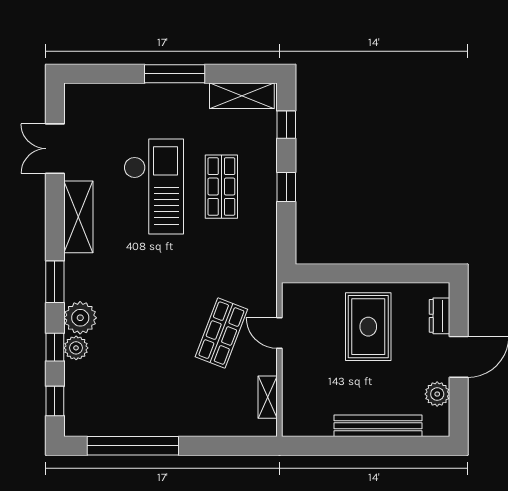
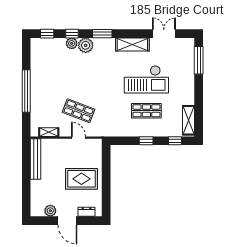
window: (175, 74) -> (199, 60), moved
door: (279, 333) -> (79, 138), hinge flipped
bench: (378, 426) -> (36, 159), moved
window: (133, 446) -> (26, 91), moved

